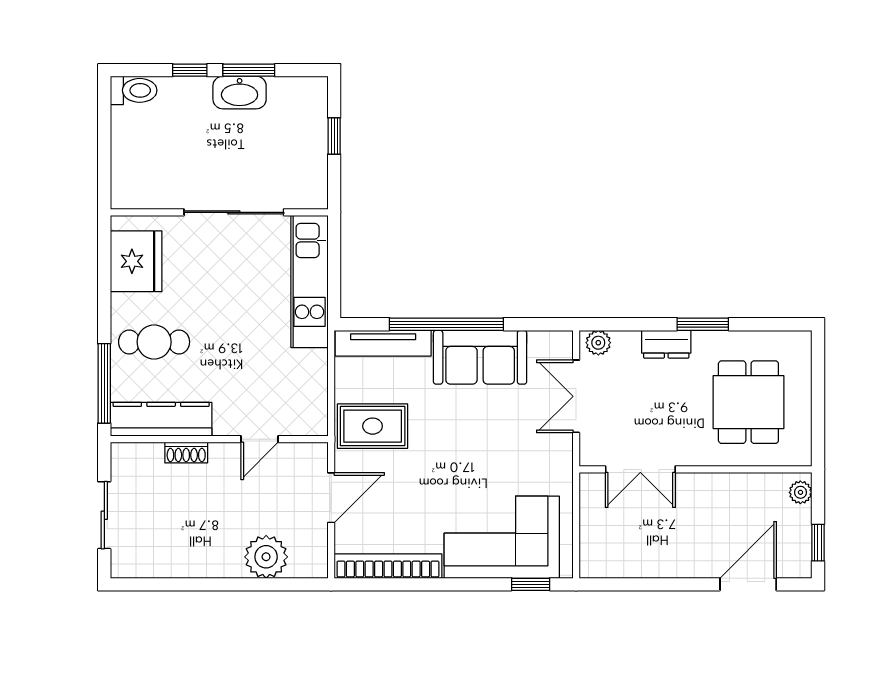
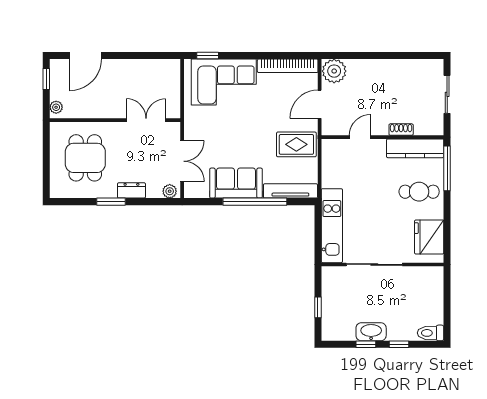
window: (249, 70) -> (366, 344), width x0.67
plant: (266, 557) -> (334, 71), moved

